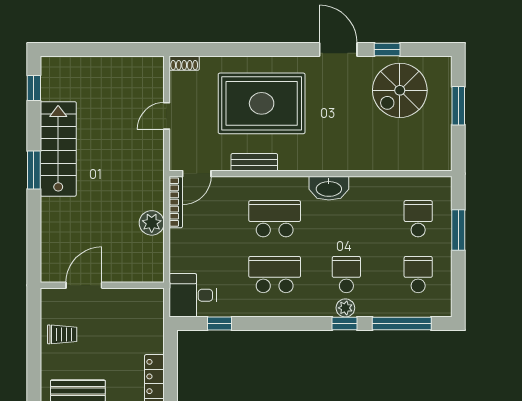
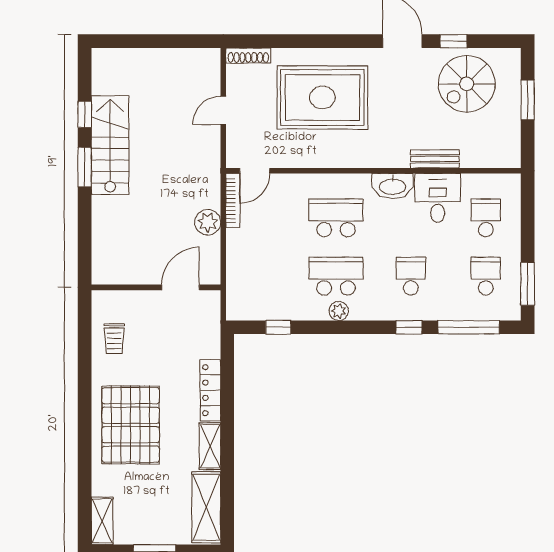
shoe rack: (184, 63) -> (248, 56), width x1.43
window: (34, 88) -> (85, 114), moved
bench: (254, 162) -> (435, 159), moved
window: (458, 230) -> (528, 284), moved
door: (84, 285) -> (180, 287), moved
desk: (193, 295) -> (438, 198), moved, turned 90
plant: (345, 308) -> (339, 311), moved
trolley: (62, 334) -> (114, 339), turned 90

